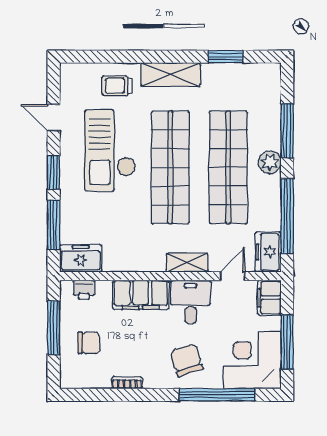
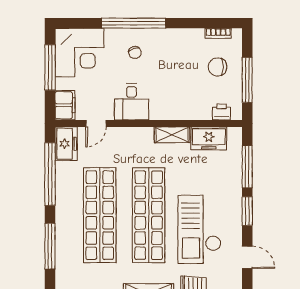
checkout: (110, 150) -> (199, 229), turned 180
plant: (270, 162) -> (65, 220), removed
freezer: (81, 258) -> (209, 138), moved
shelving: (187, 263) -> (172, 135), moved
filing cabinet: (141, 295) -> (174, 108), removed
chair: (187, 360) -> (135, 52), width x0.54, depth x0.54
bookcase: (127, 383) -> (218, 33), moved
window: (217, 395) -> (134, 23), moved

